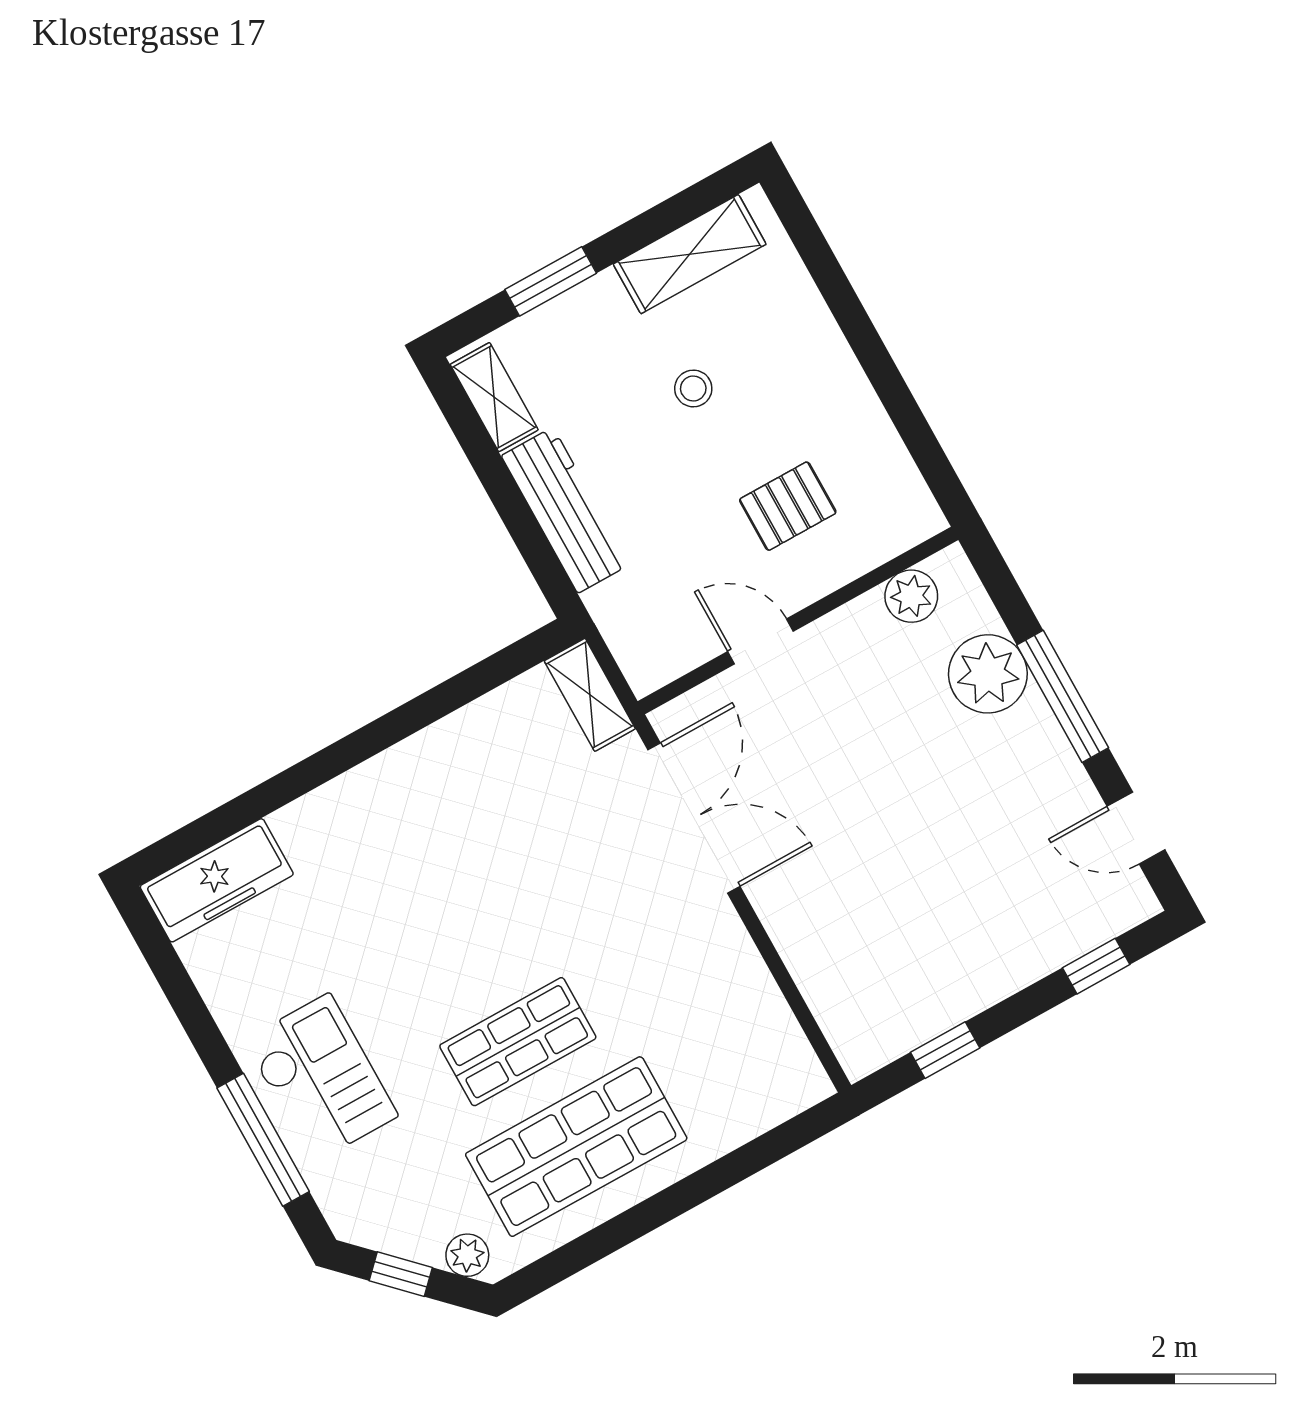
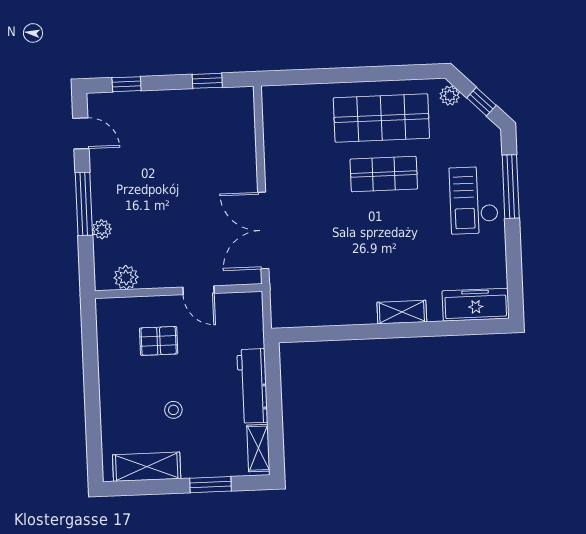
plant: (988, 674) -> (102, 229), width x0.53, depth x0.53
shelving: (590, 695) -> (402, 312), moved, turned 90

